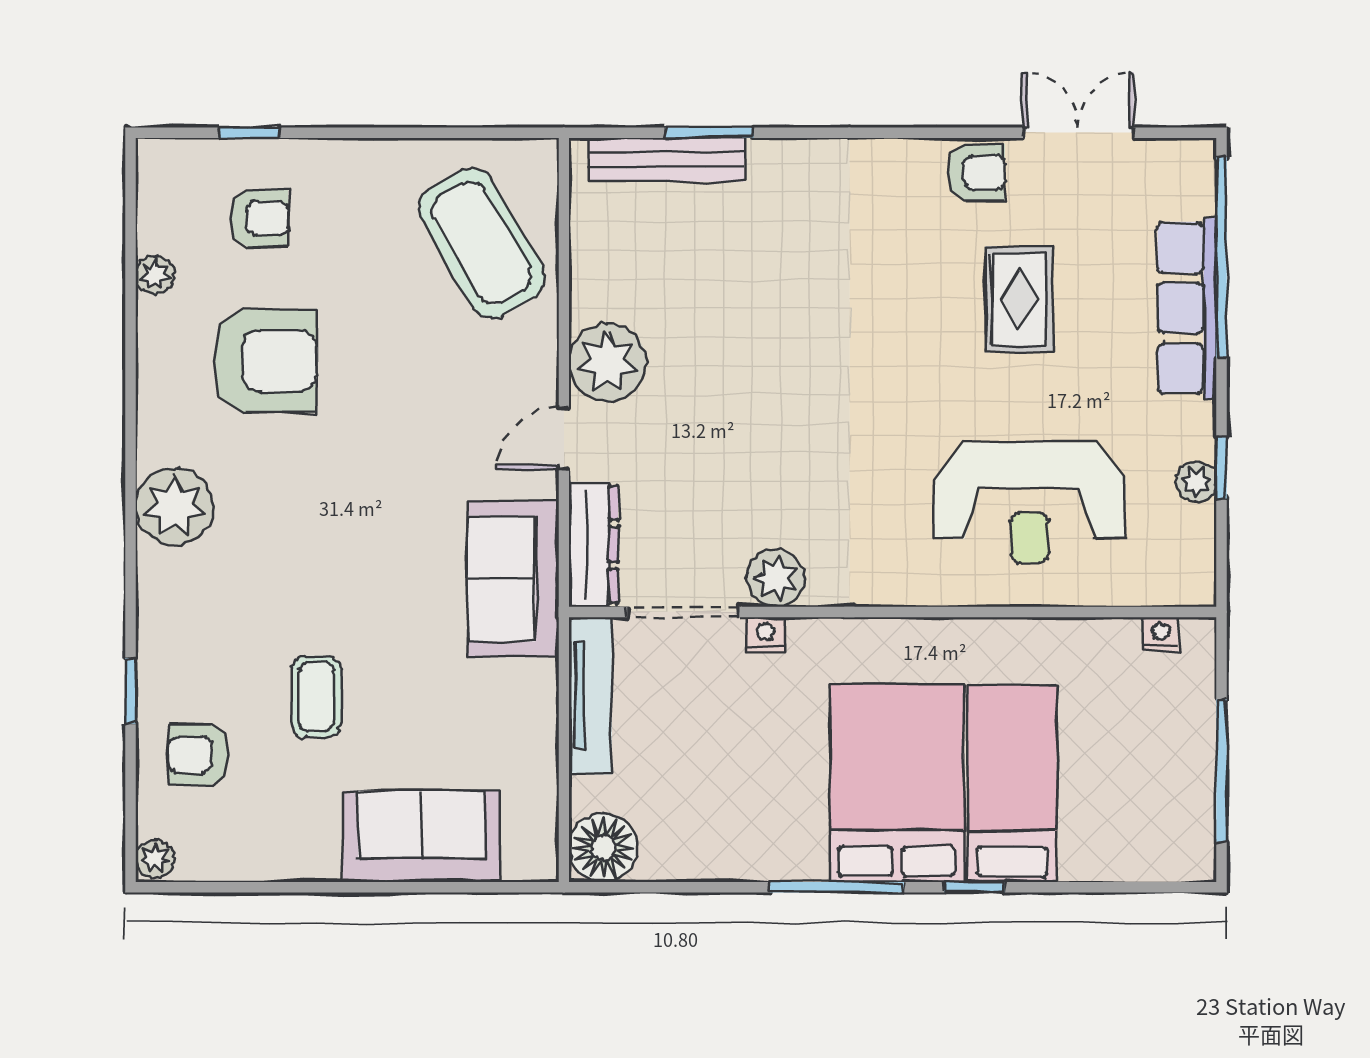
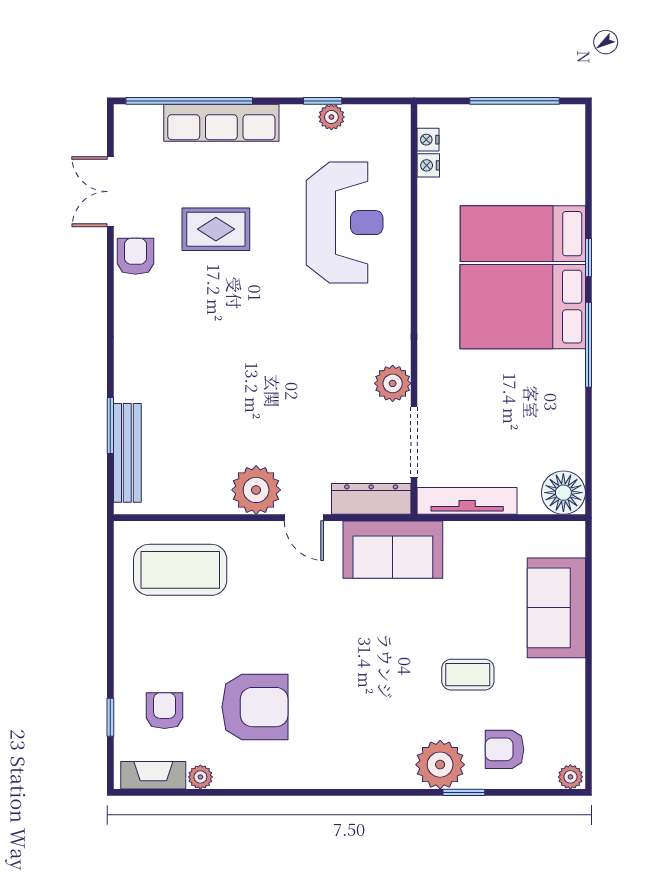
fireplace: (157, 201) -> (153, 775), added
coffee table: (482, 243) -> (180, 570), turned 30
armchair: (265, 361) -> (255, 707), turned 90
plant: (174, 507) -> (440, 765), moved
nightstand: (766, 635) -> (428, 165), moved
armchair: (198, 755) -> (504, 749), turned 90

